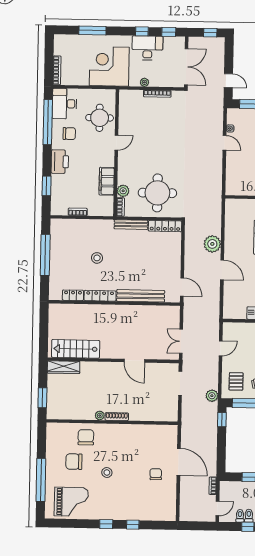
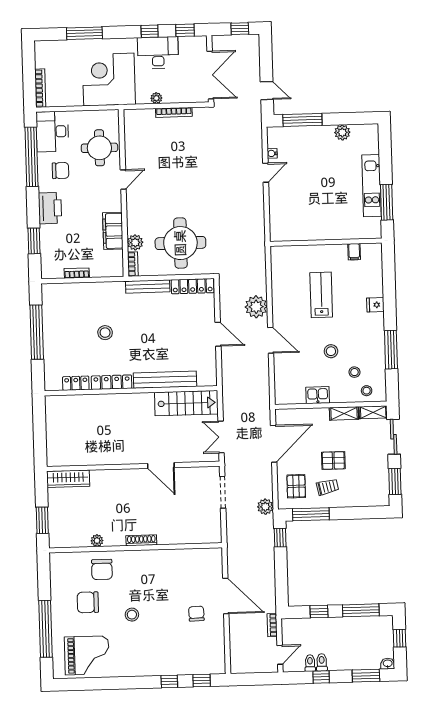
door: (224, 143) -> (266, 173), hinge flipped
door: (182, 287) -> (218, 334), moved
door: (221, 348) -> (274, 444), width x1.87
stairs: (76, 349) -> (186, 403), moved, turned 180
plant: (100, 416) -> (97, 541), moved
chair: (86, 437) -> (102, 569), turned 180
window: (106, 524) -> (202, 681), moved

